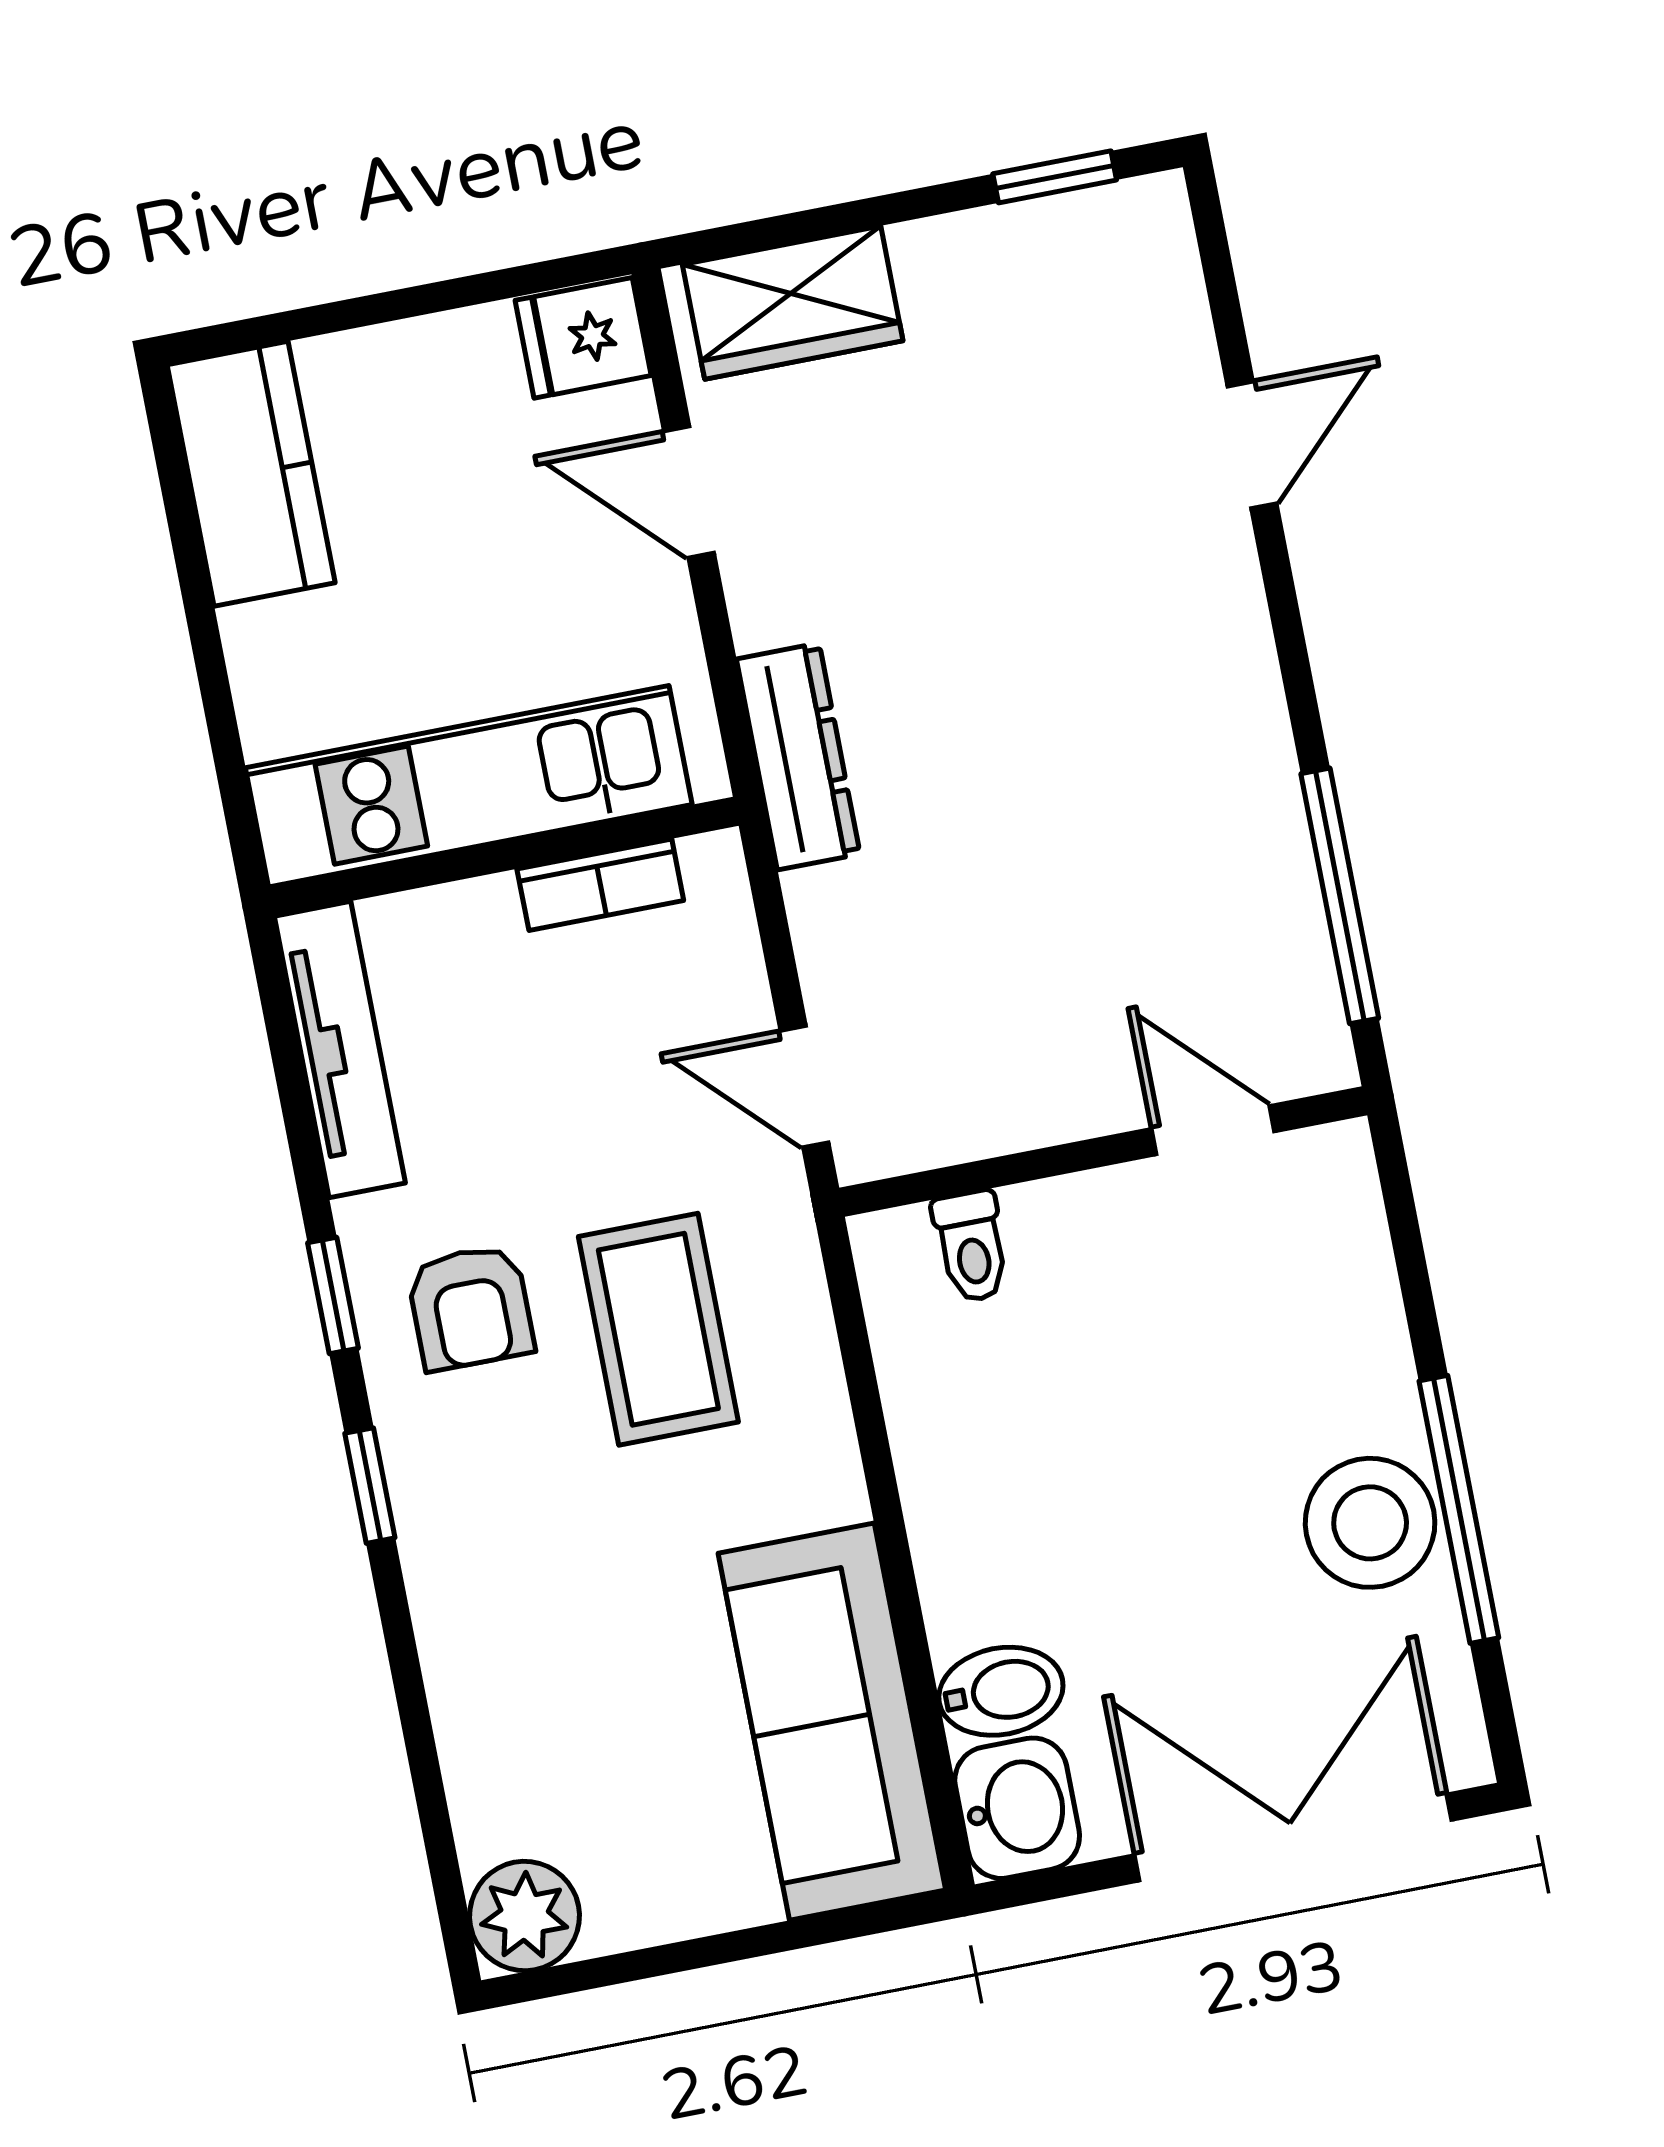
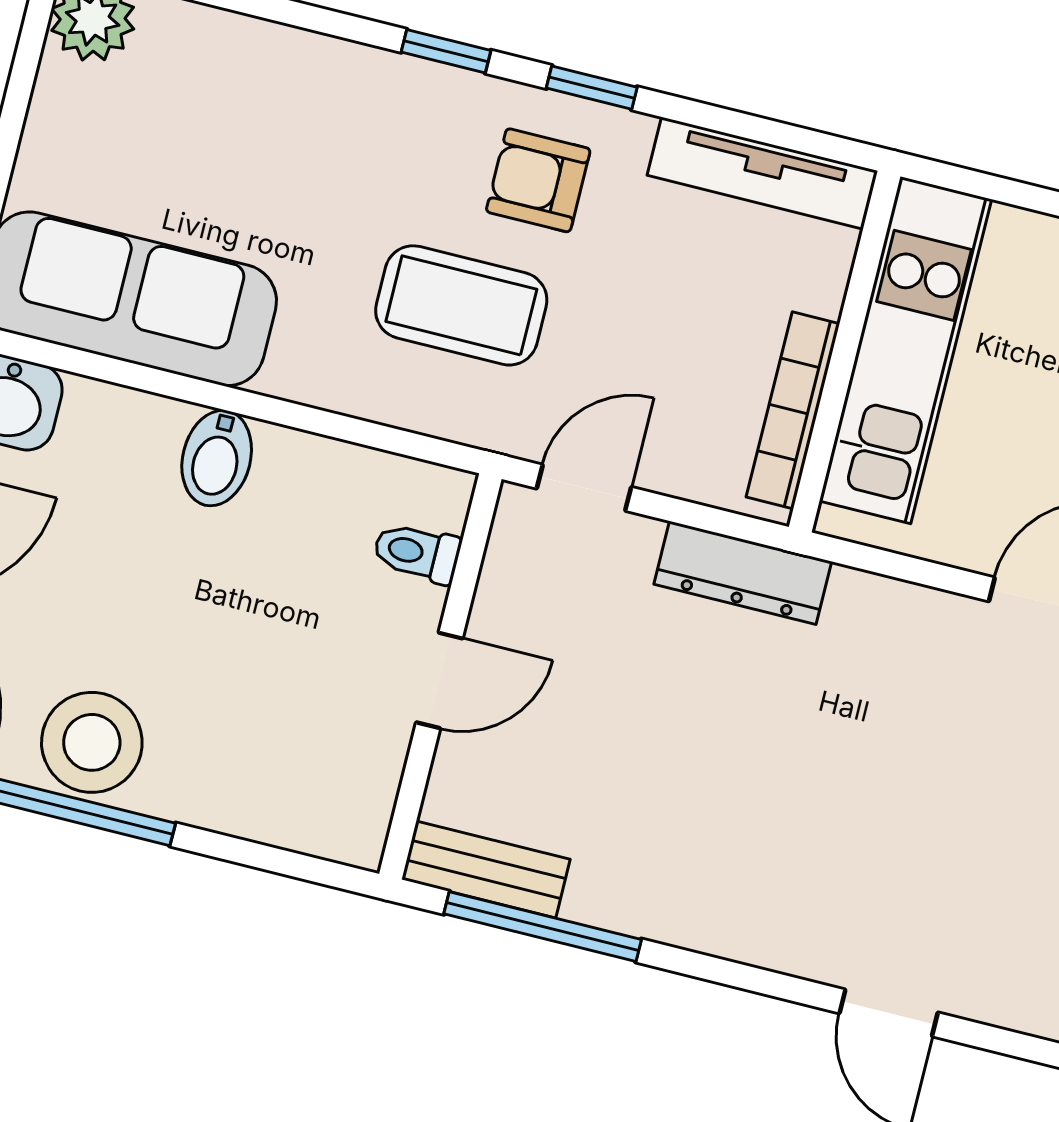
dresser: (798, 756) -> (743, 573), moved
bookcase: (600, 885) -> (793, 410), width x1.56
bench: (1304, 993) -> (486, 869), added
door: (1213, 1130) -> (439, 680), moved
bidet: (1001, 1691) -> (217, 458), moved

